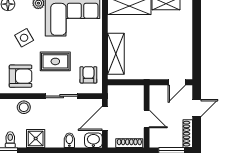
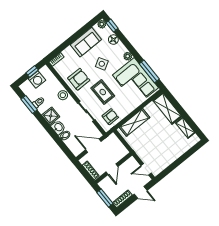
armchair: (21, 76) -> (79, 79), turned -90
washbasin: (93, 140) -> (58, 127), moved

